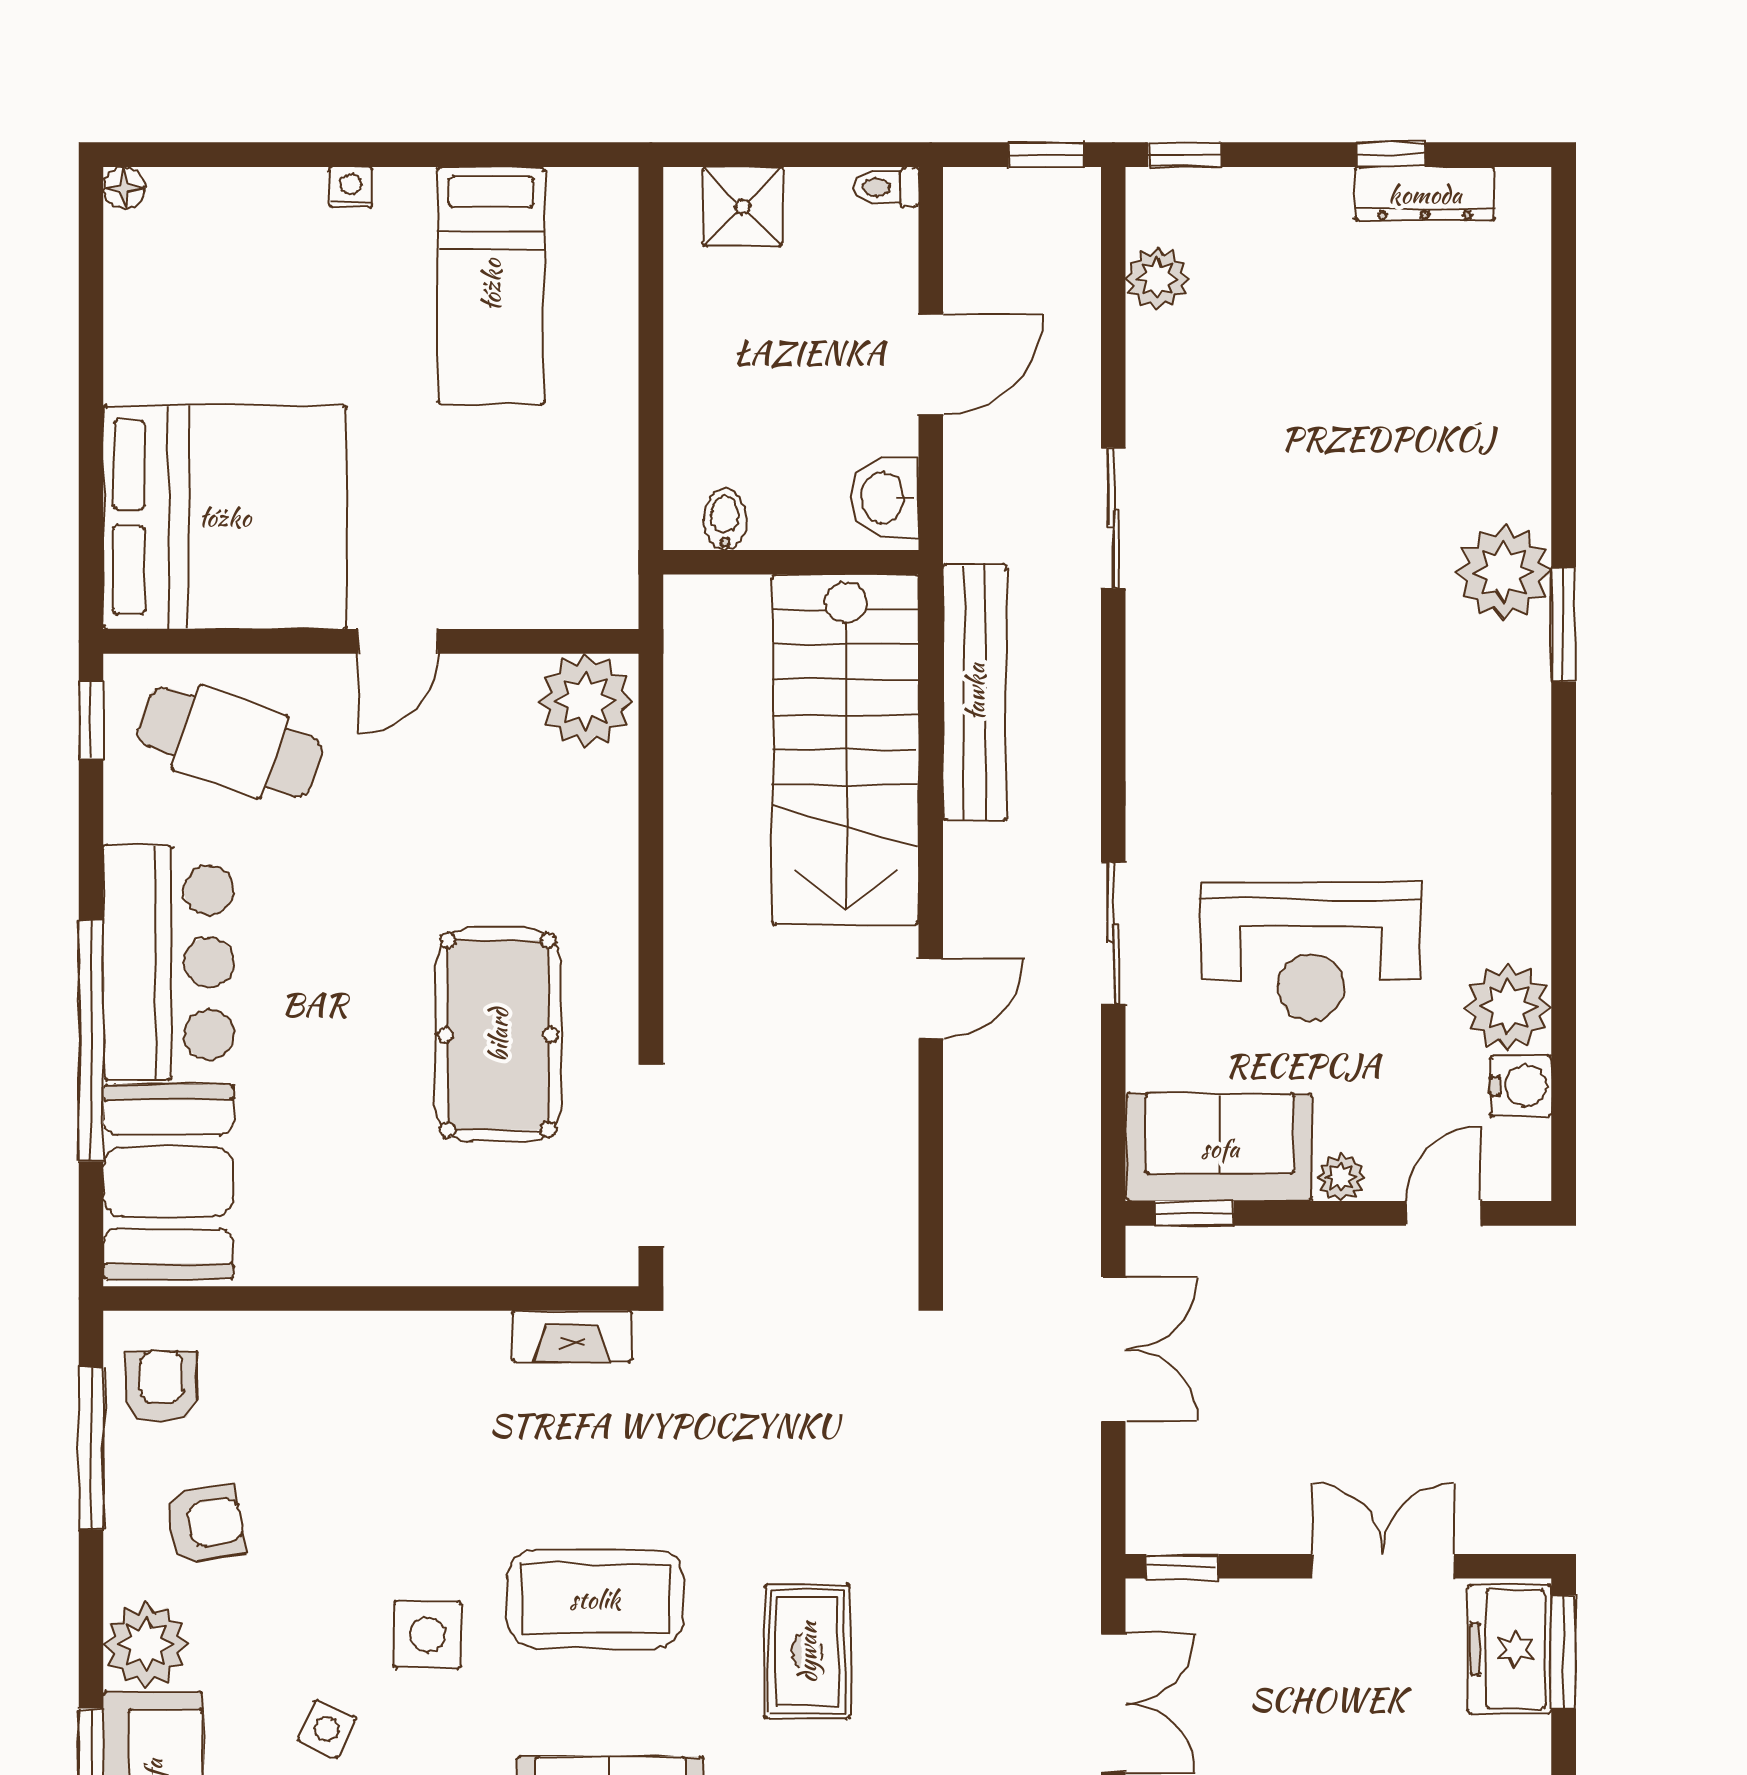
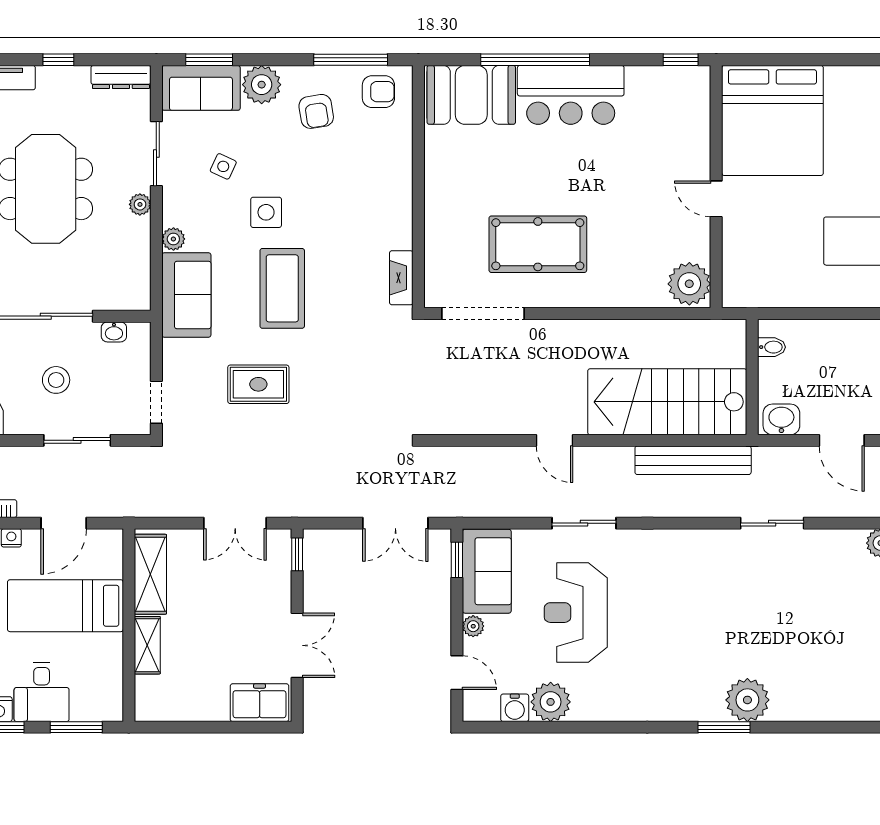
cafe table: (230, 742) -> (671, 123), removed
window: (1564, 1652) -> (258, 727), removed

